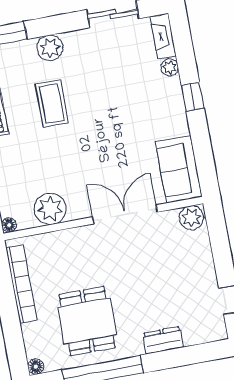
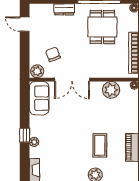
plant: (170, 67) -> (34, 142), moved
chair: (168, 254) -> (53, 54), added

